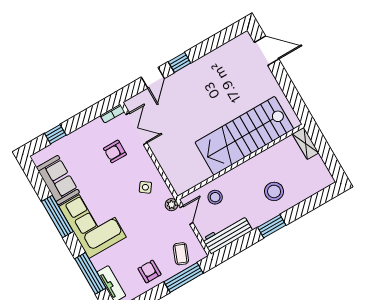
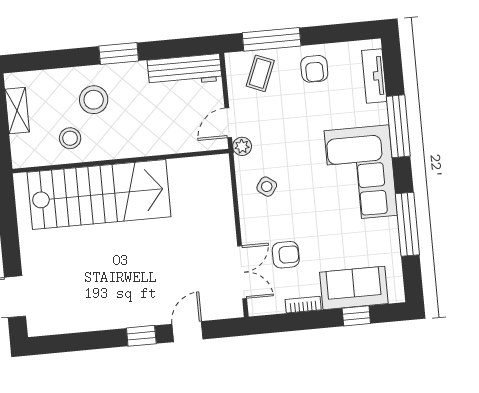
bookcase: (112, 114) -> (303, 305), moved
double door: (136, 129) -> (242, 272), swing flipped
shelving: (305, 143) -> (17, 111), moved
sofa: (58, 180) -> (354, 288), moved, turned 90
stool: (215, 197) -> (70, 138), moved
window: (57, 217) -> (407, 224), moved
window: (90, 273) -> (398, 126), moved

